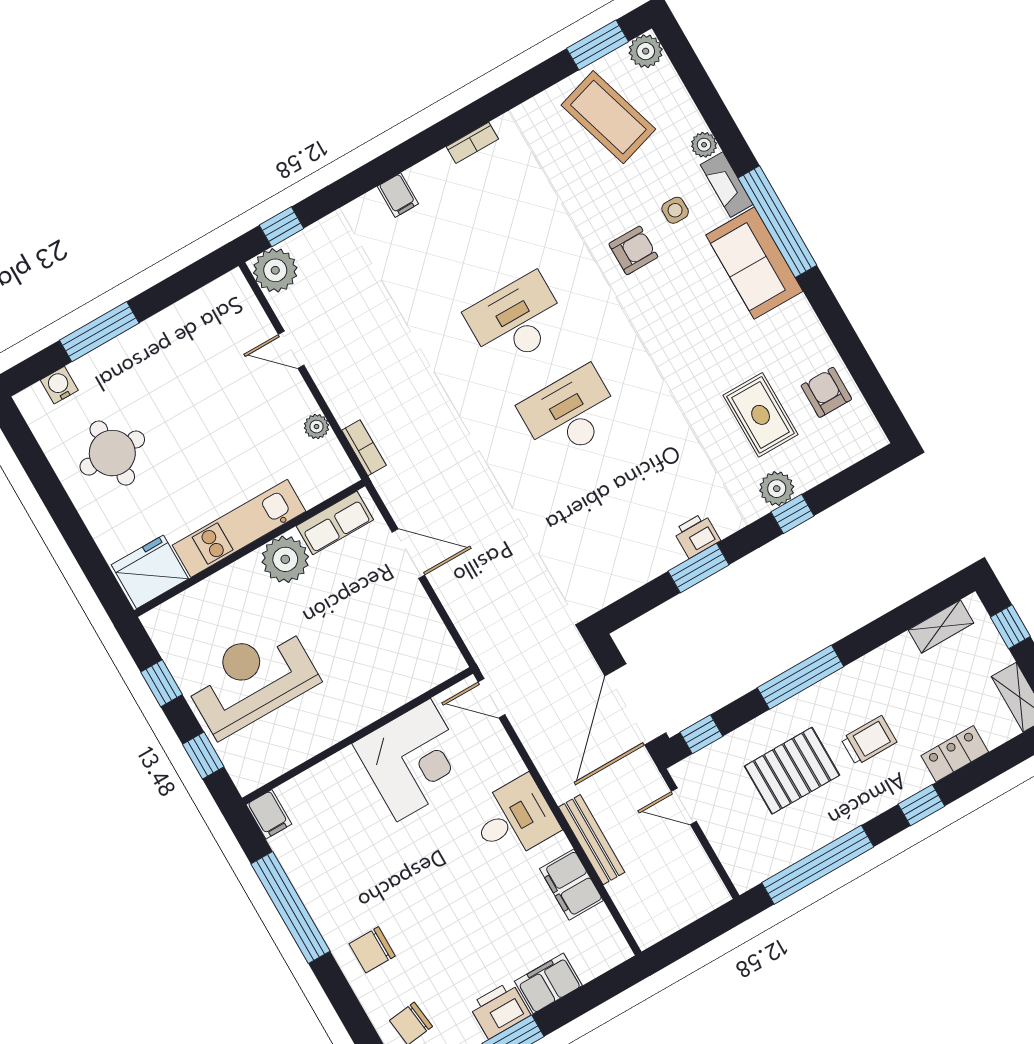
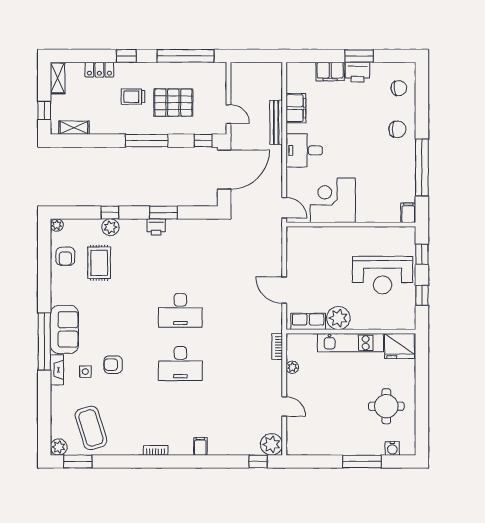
plant: (704, 145) -> (57, 225), moved

